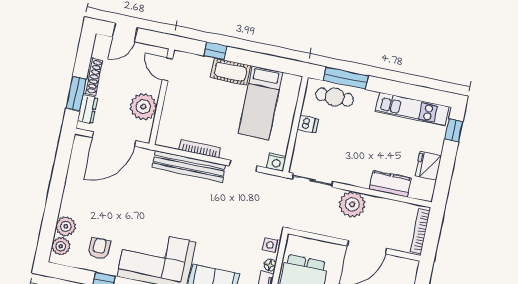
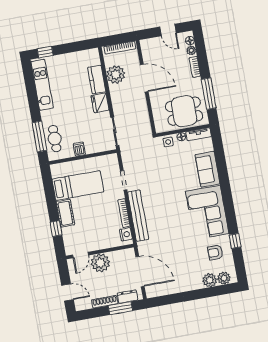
plant: (143, 107) -> (100, 263), moved
nightstand: (276, 162) -> (126, 234), moved
fridge: (428, 166) -> (100, 103), moved, turned 90
plant: (352, 204) -> (116, 75), moved

